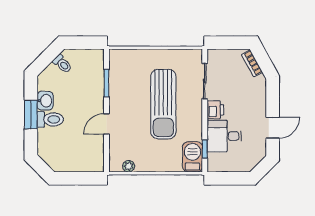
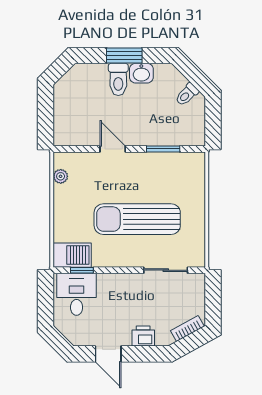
printer: (215, 110) -> (143, 336), moved, turned 180
desk: (224, 136) -> (77, 294), moved

